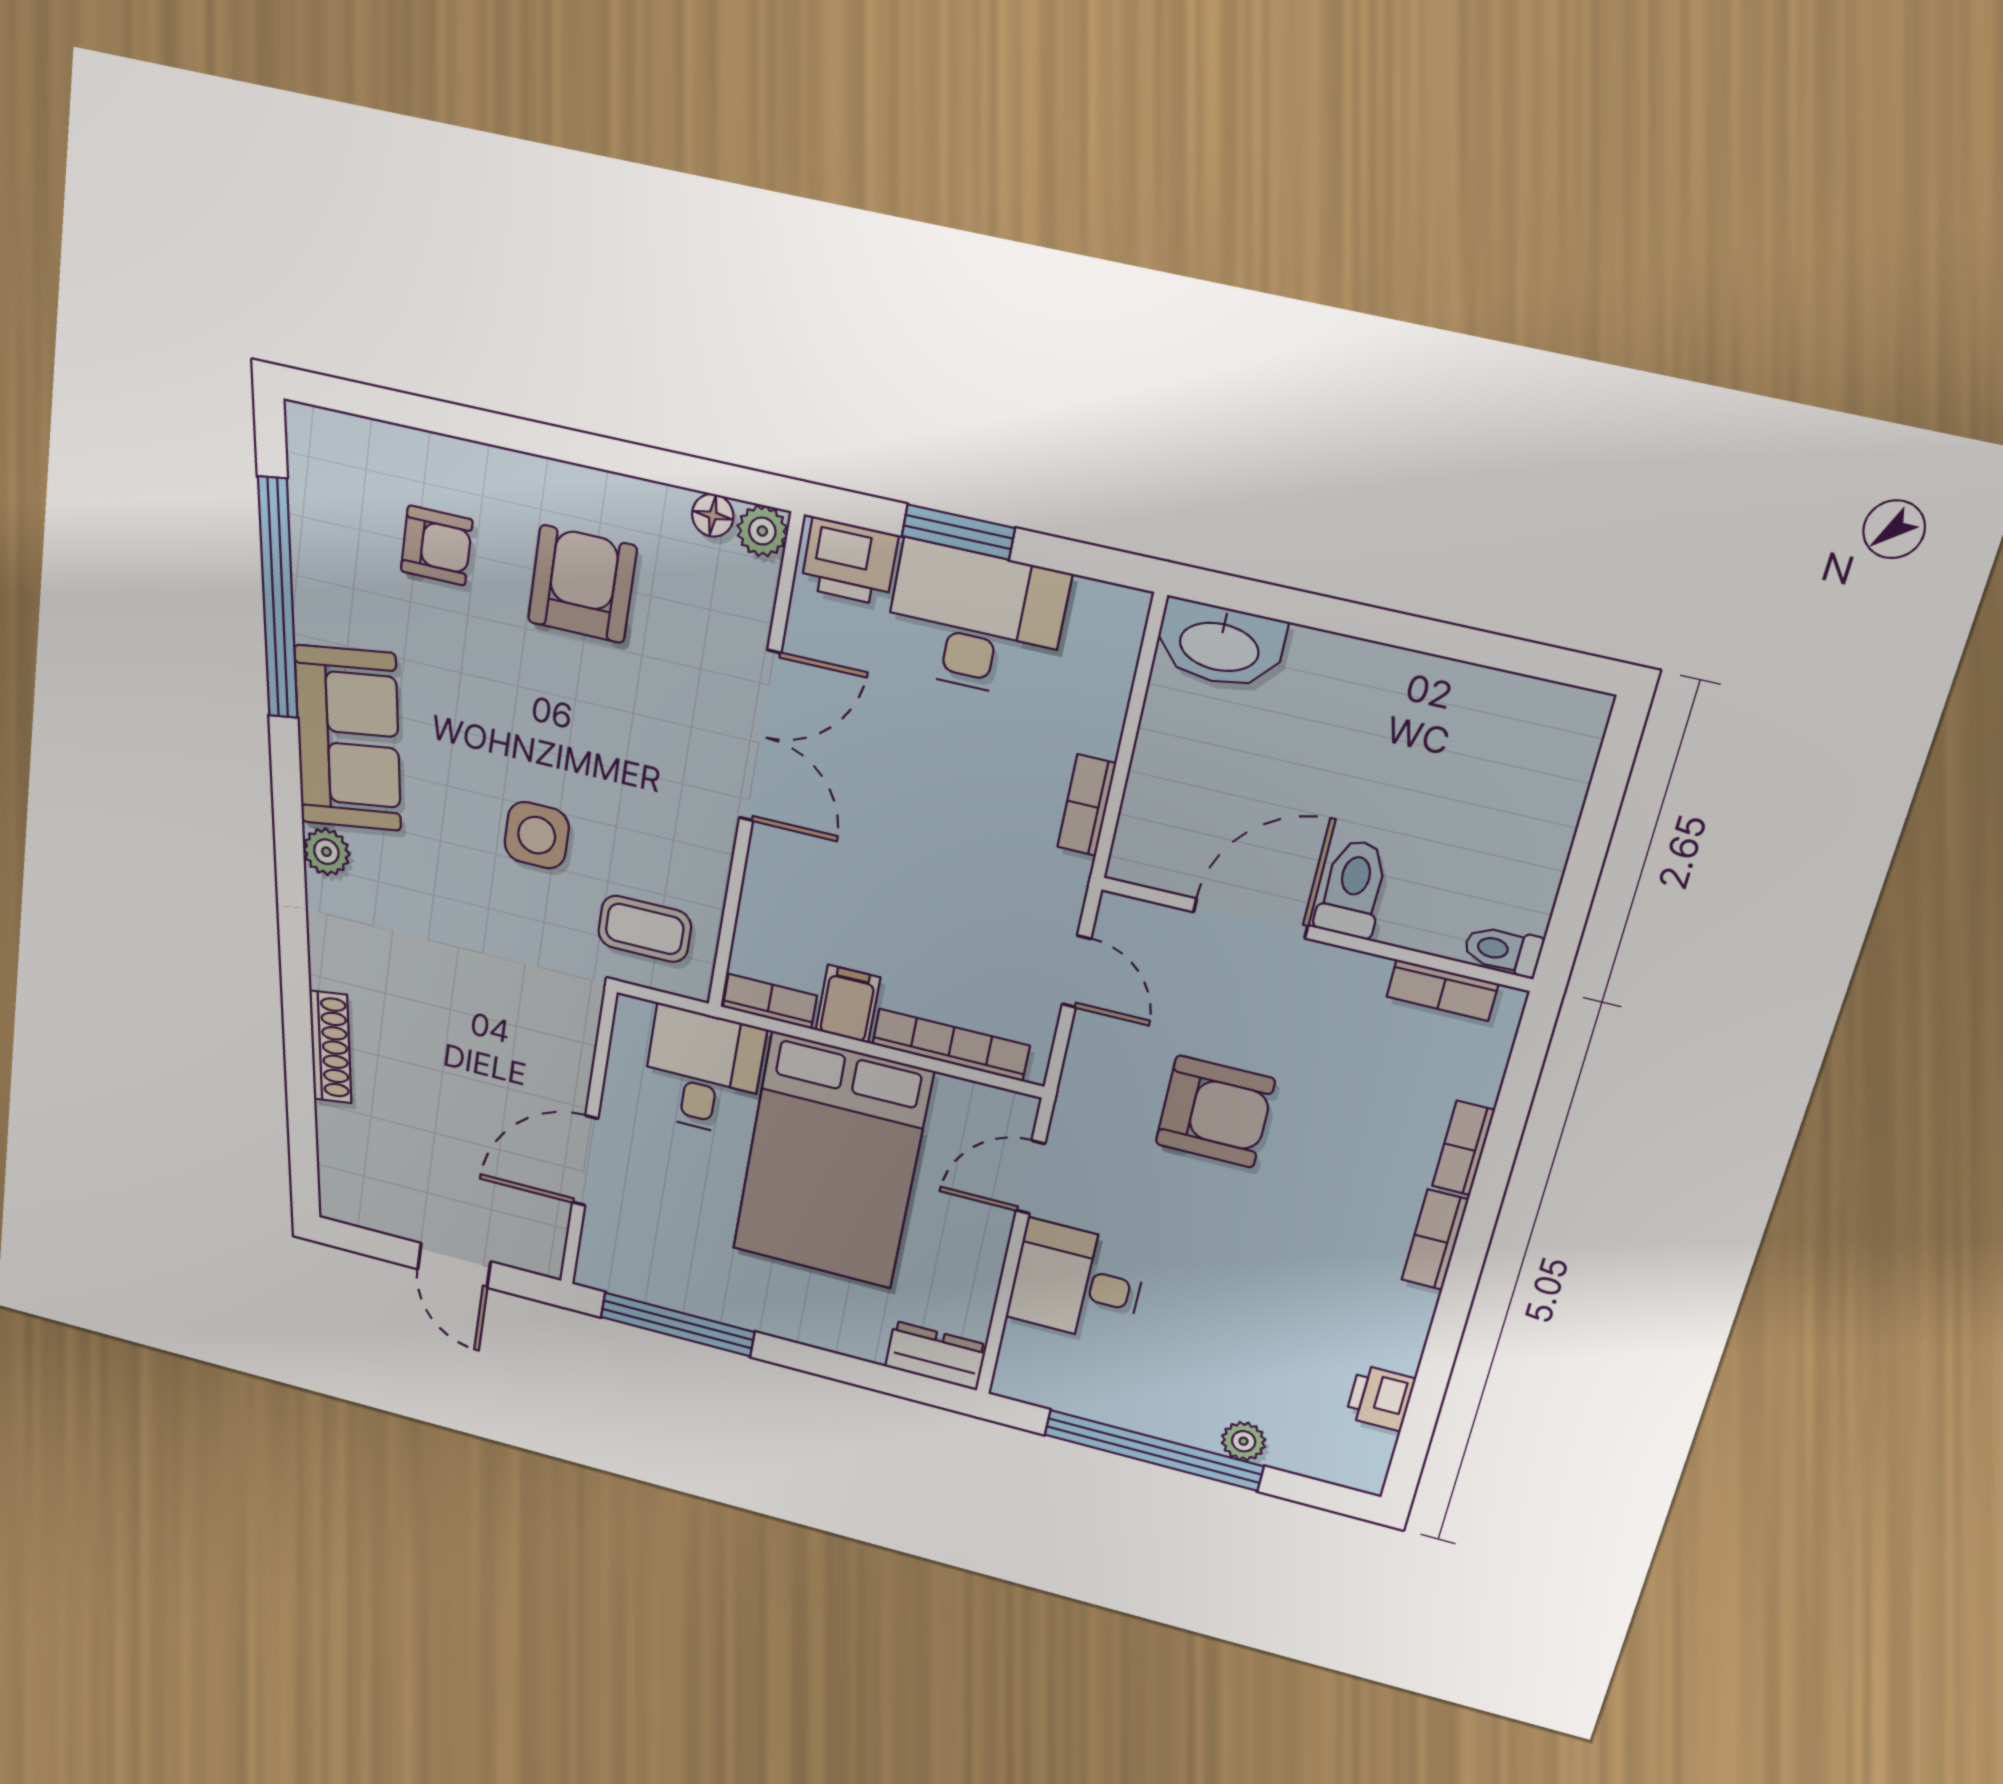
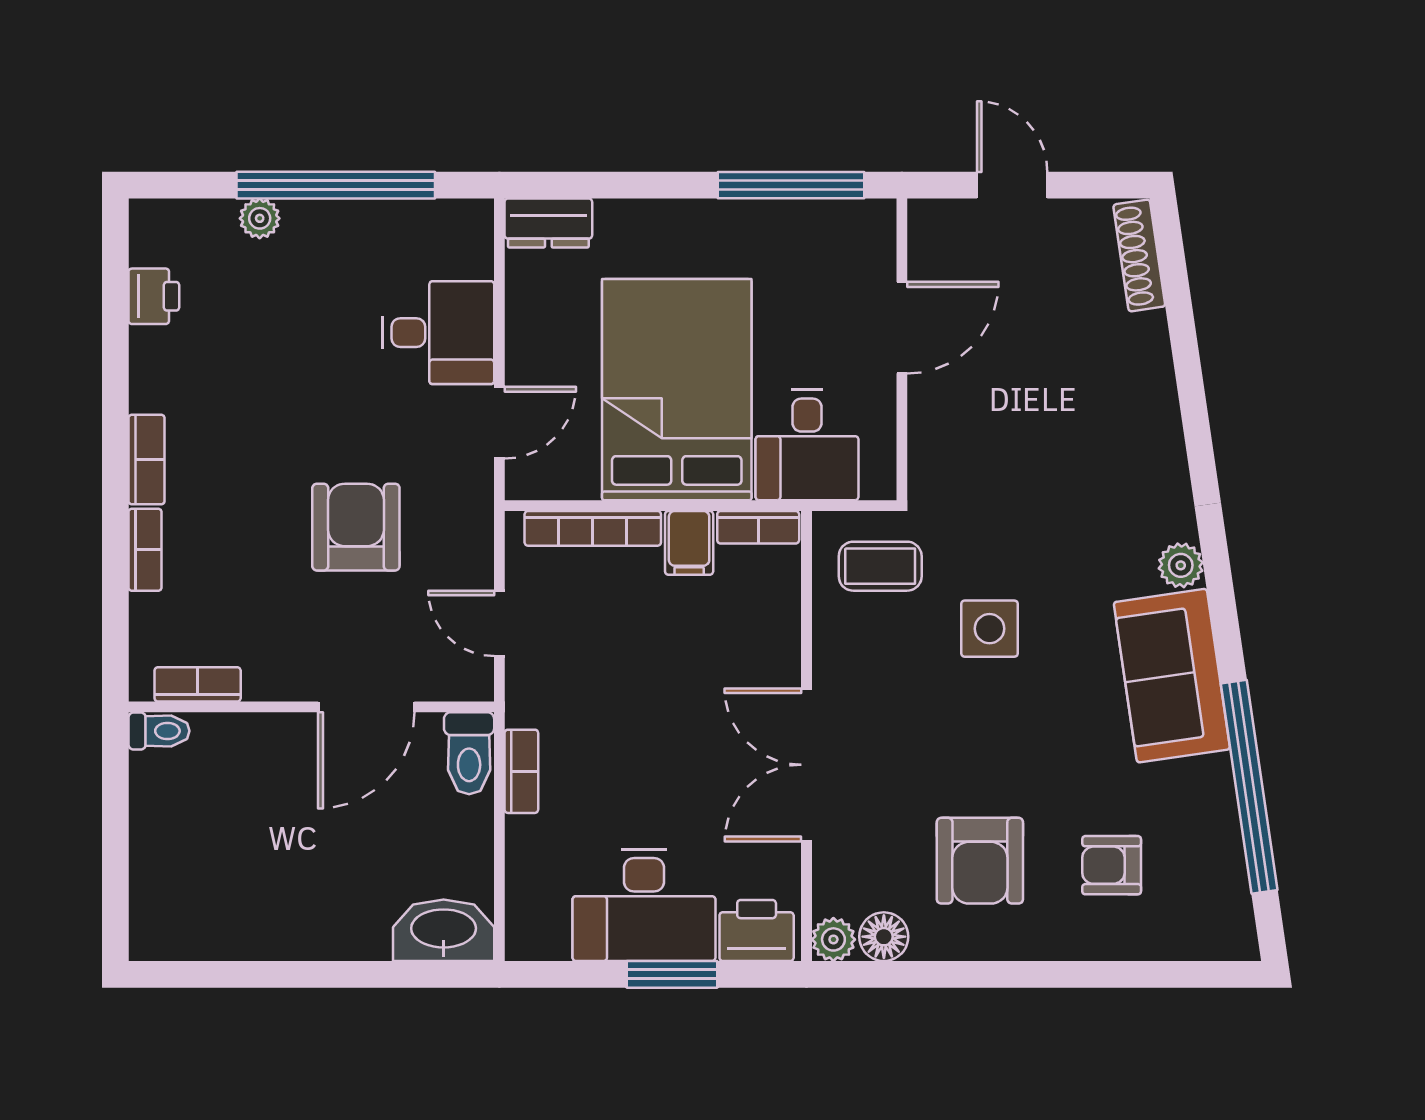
floor lamp: (713, 515) -> (884, 937), width x1.37, depth x1.37
toilet: (1353, 889) -> (469, 753), moved
shoe rack: (330, 1047) -> (1139, 255), moved
armchair: (1215, 1112) -> (356, 527), turned 90

